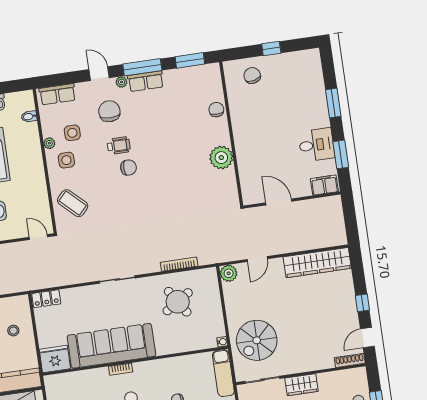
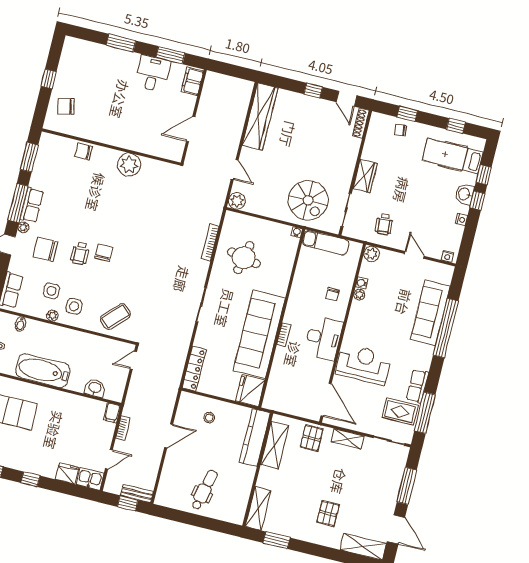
wheelchair: (119, 146) -> (80, 253), turned 180
locker: (46, 299) -> (194, 369), width x1.53
round table: (178, 302) -> (244, 258), turned 45

